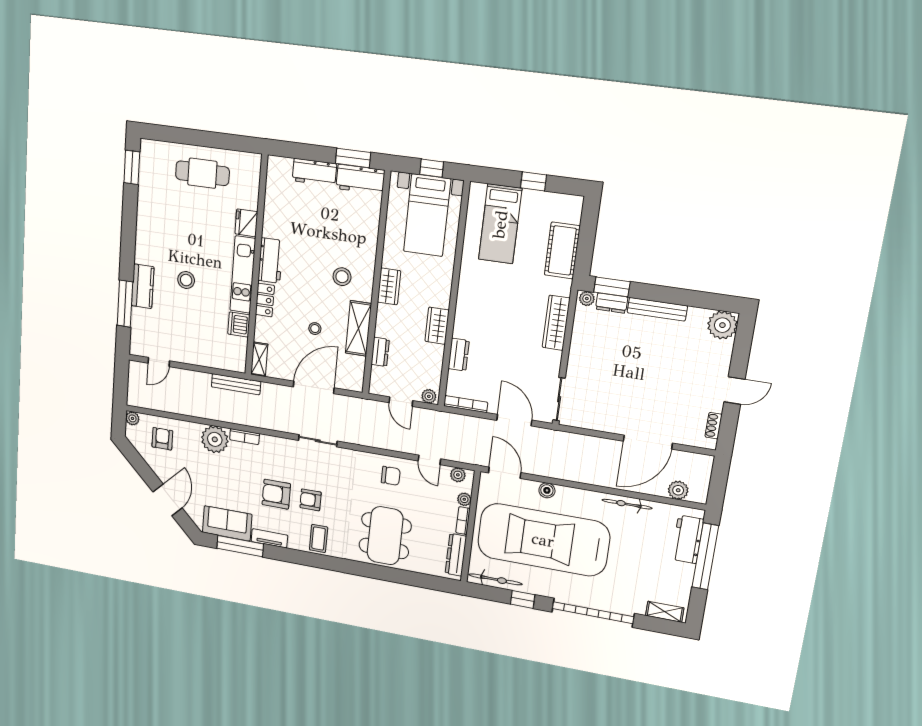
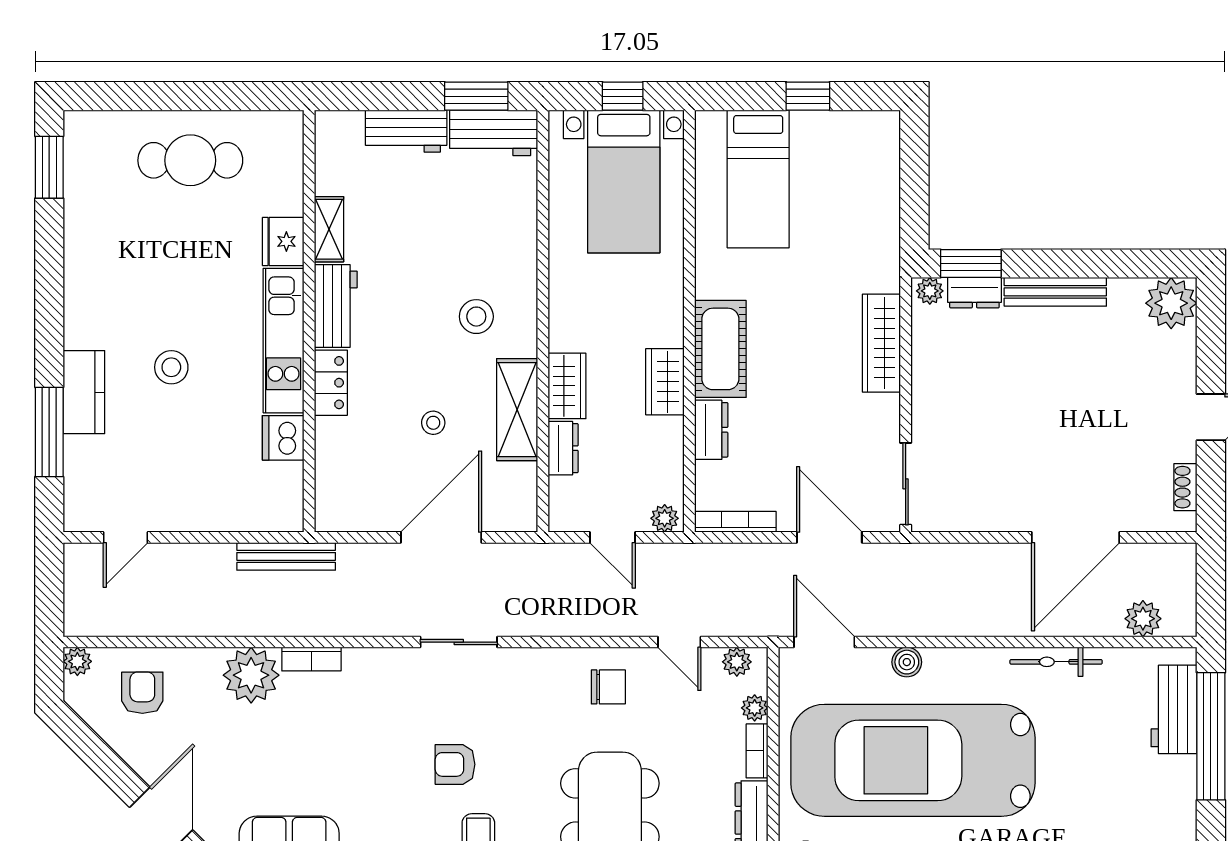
cot: (562, 250) -> (720, 349), moved
wardrobe: (389, 286) -> (567, 386), moved
shelving: (259, 359) -> (329, 229), moved
armchair: (276, 494) -> (385, 765), removed

